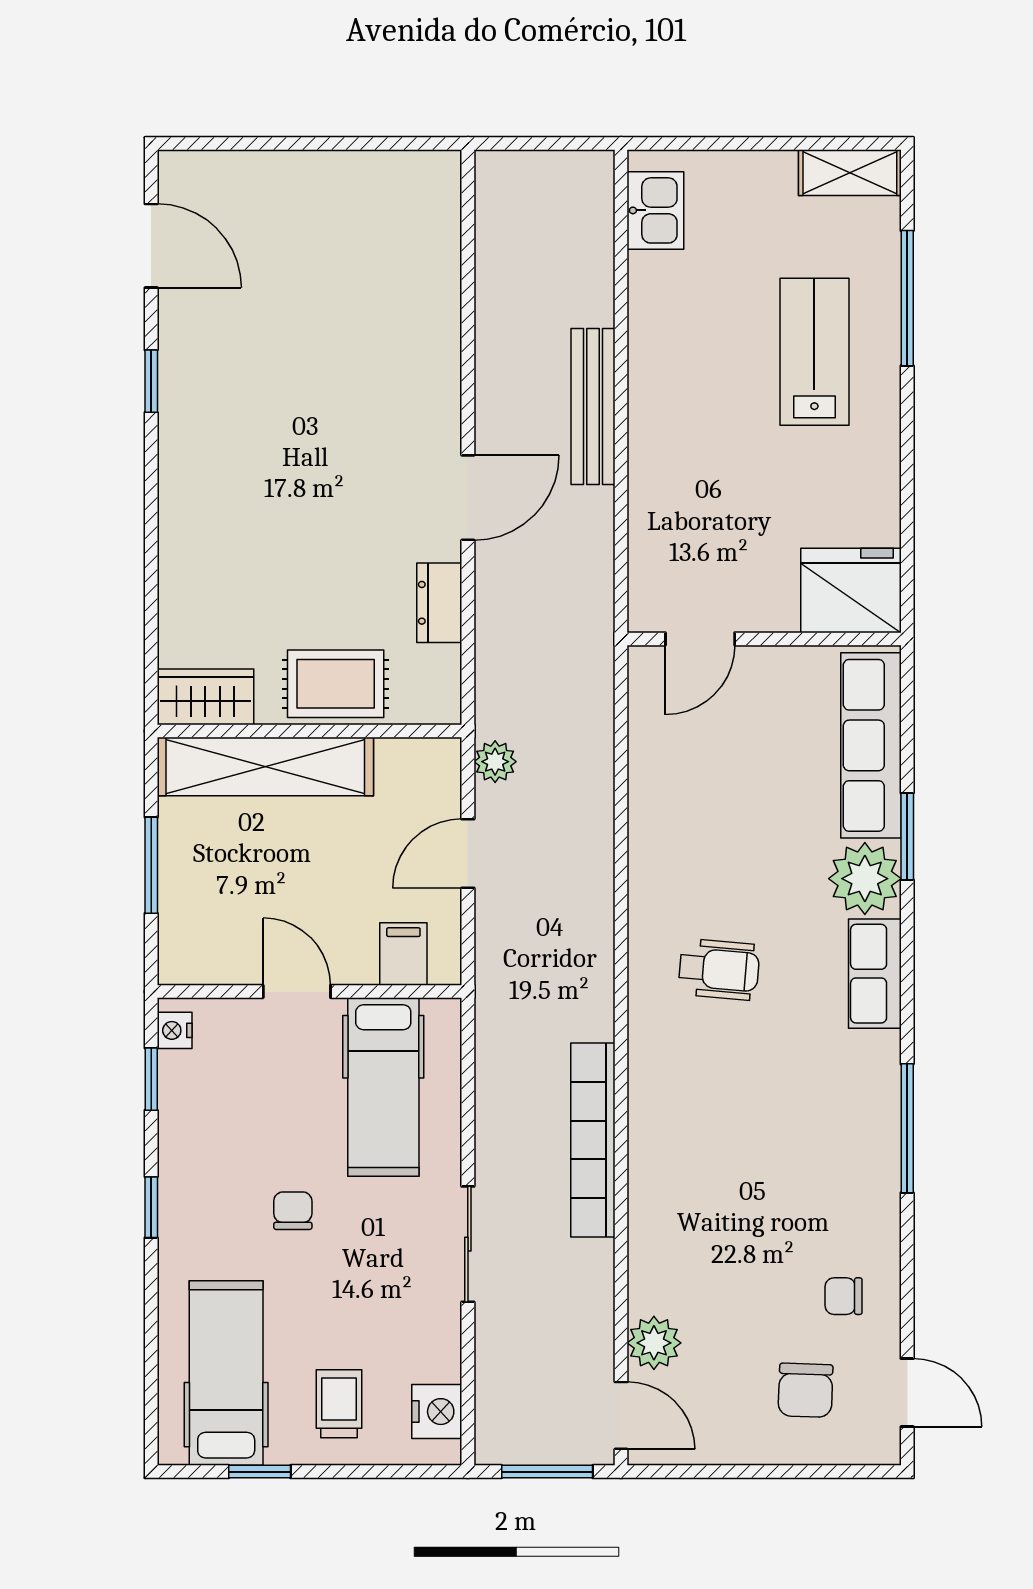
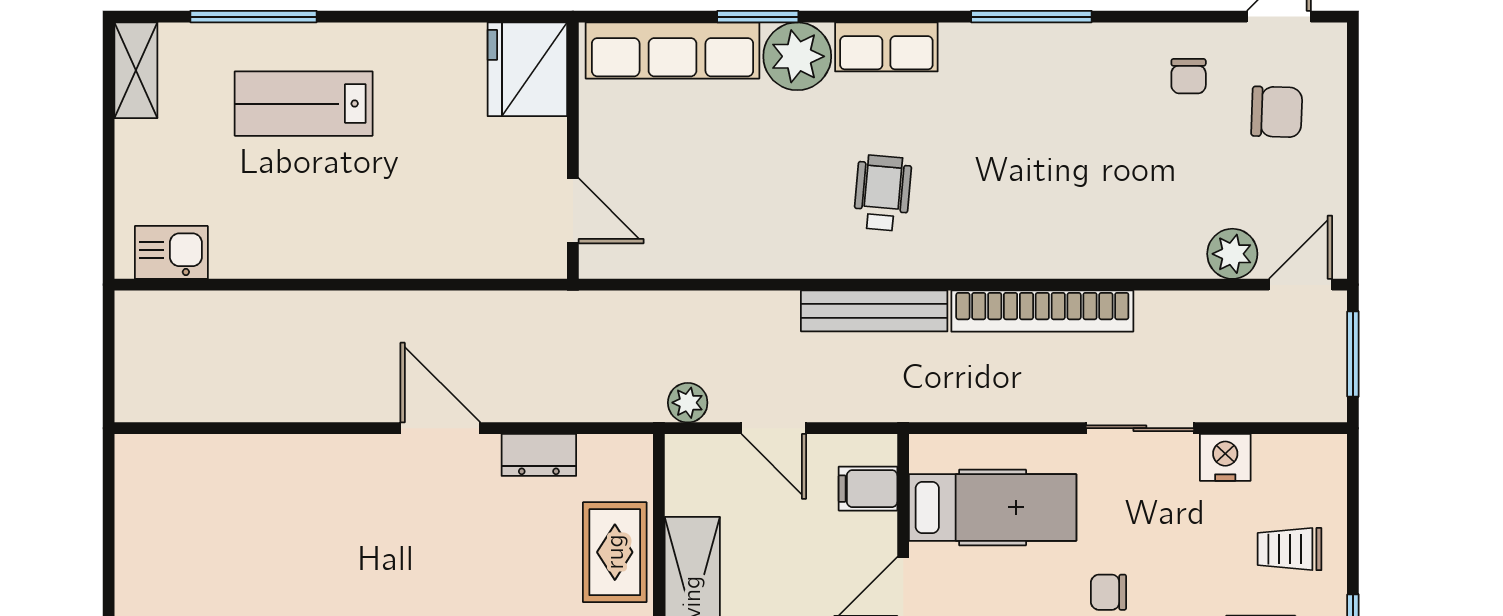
bench: (593, 407) -> (874, 311), moved
nightstand: (437, 1412) -> (1225, 457), moved

